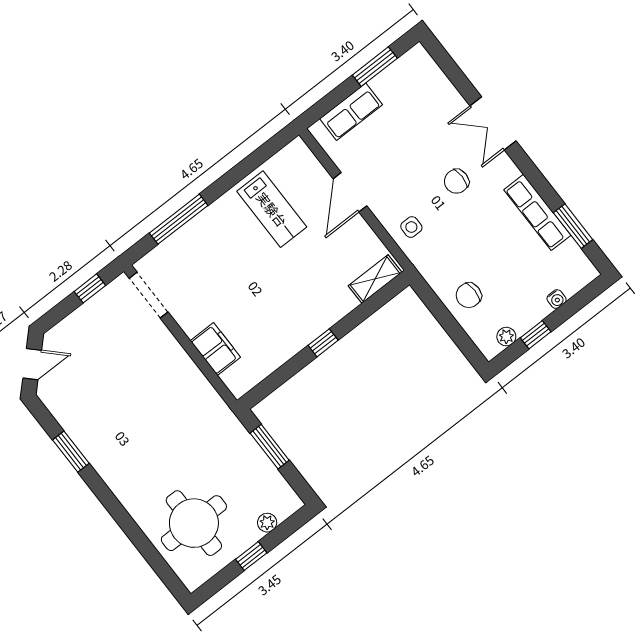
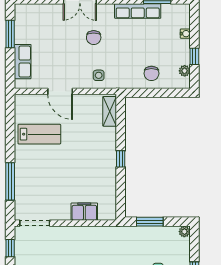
plant: (267, 523) -> (184, 232), moved

